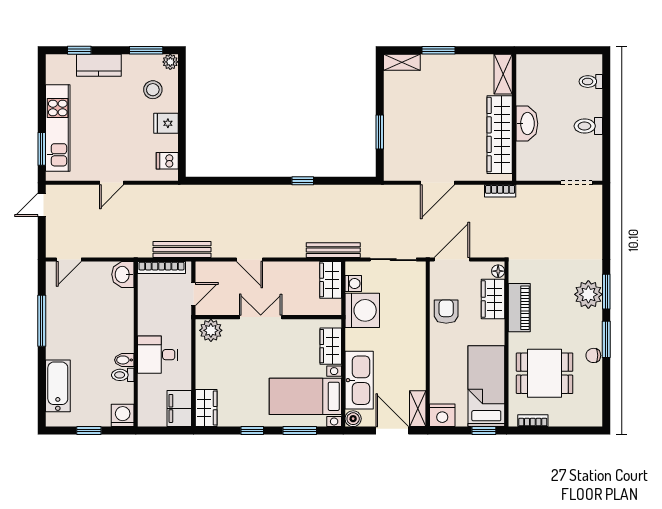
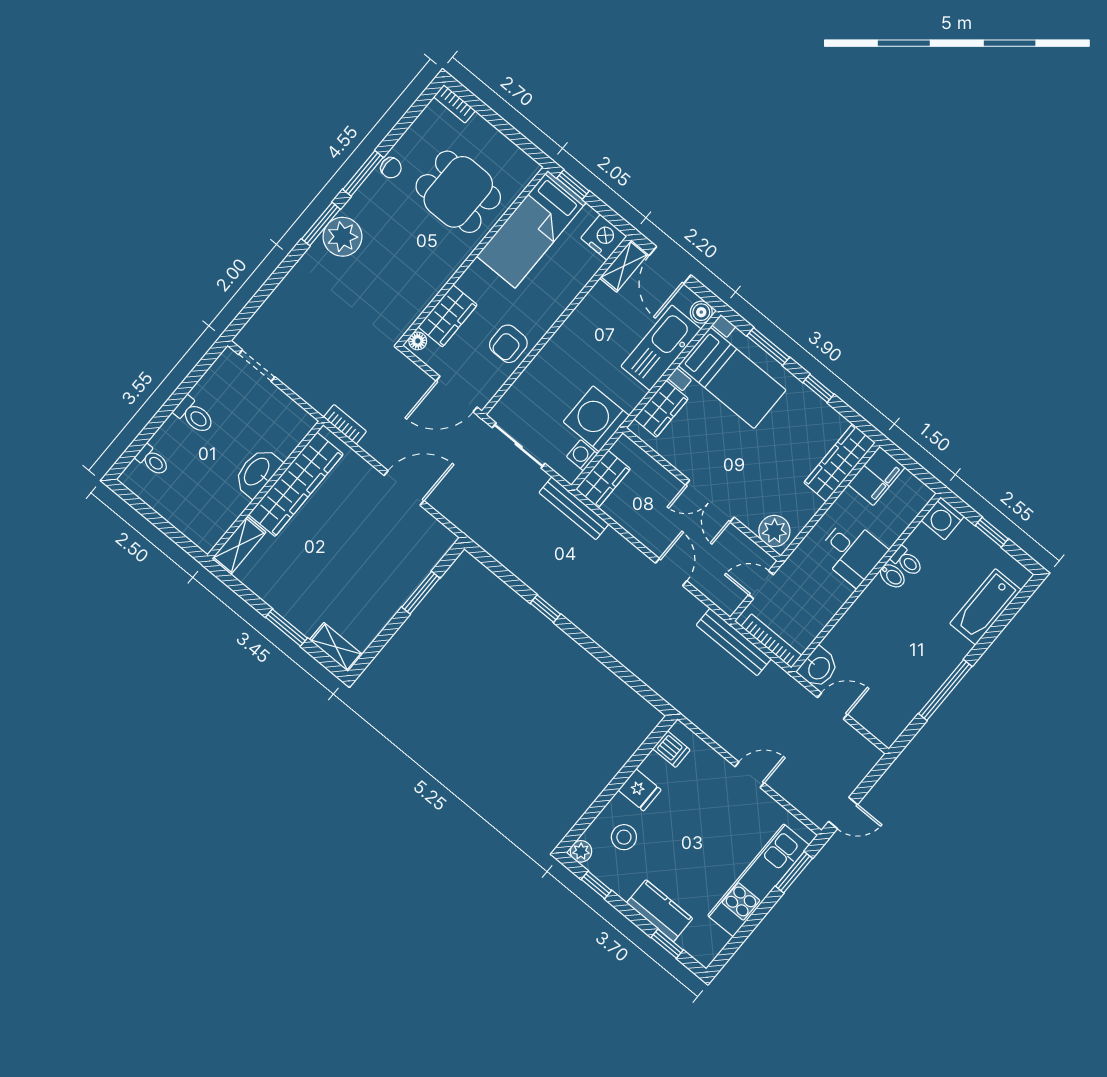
window: (146, 50) -> (596, 885), width x0.67
door: (69, 260) -> (832, 706), moved
piano: (519, 308) -> (427, 284), removed
wardrobe: (206, 408) -> (840, 463), width x1.50
bookcase: (533, 421) -> (455, 104), moved

